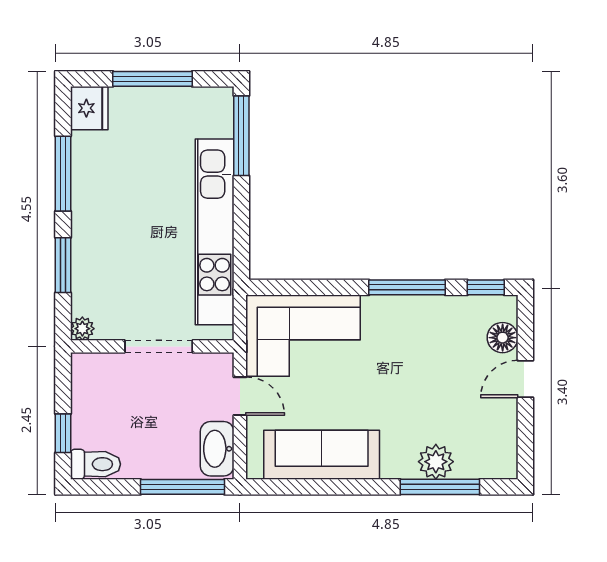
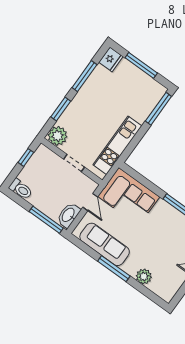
kitchen unit: (215, 232) -> (117, 145), width x0.73
plant: (82, 329) -> (58, 136), width x1.87, depth x1.87
doorway: (159, 346) -> (74, 163), width x0.73
window: (63, 433) -> (26, 157), moved
window: (440, 487) -> (114, 269), moved

